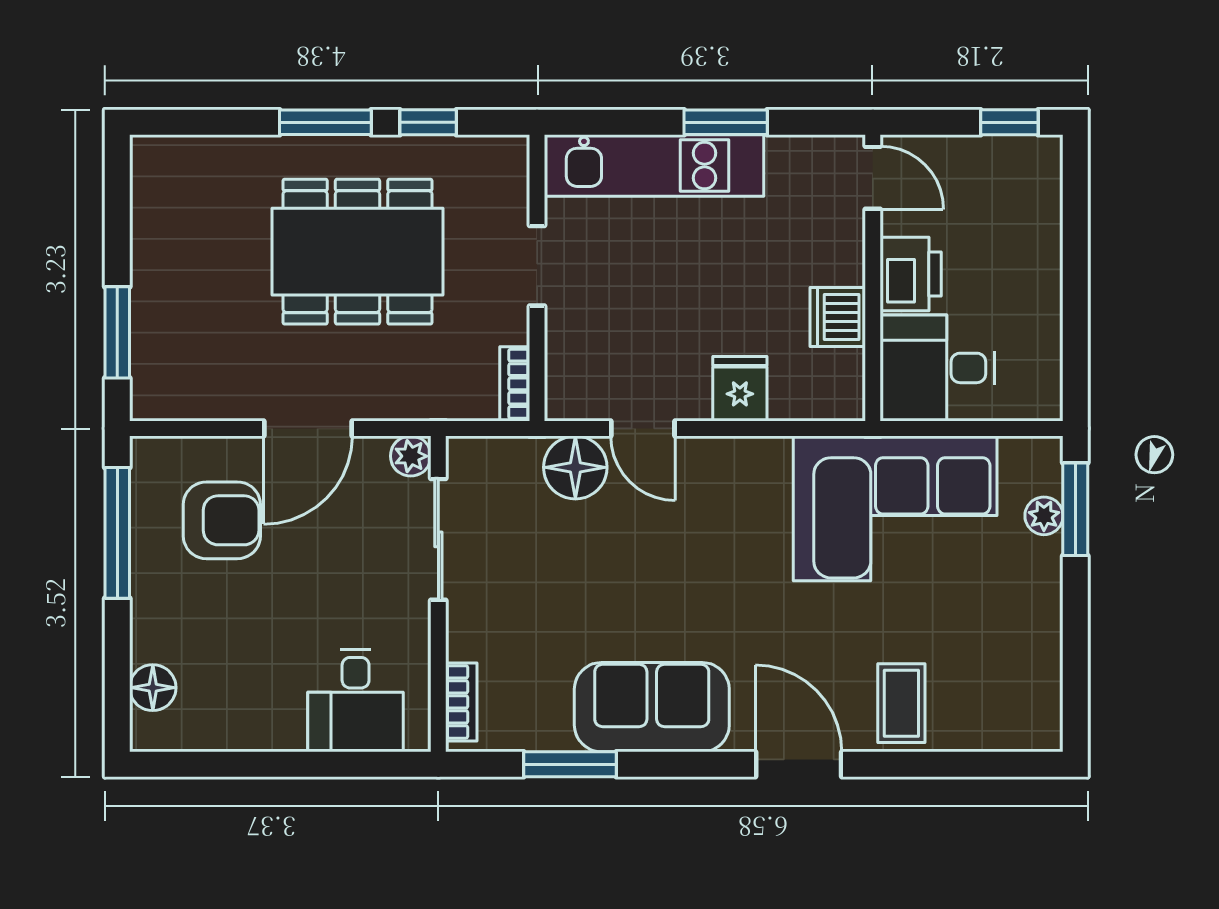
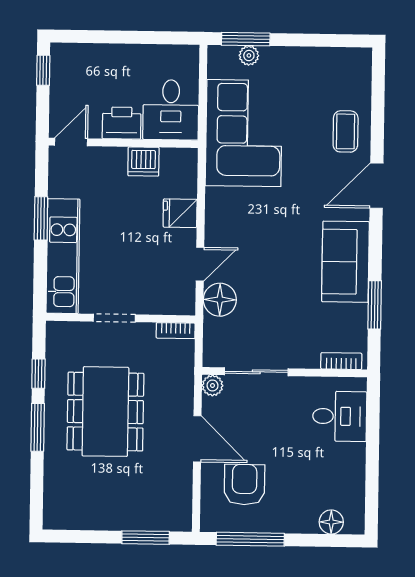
coffee table: (901, 703) -> (346, 131), turned 90

